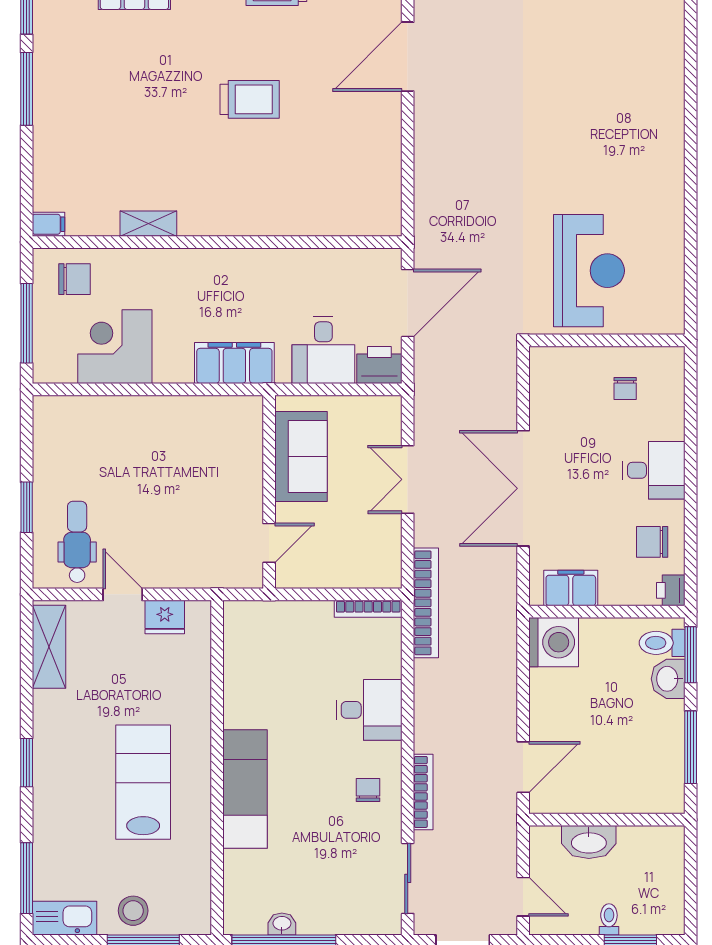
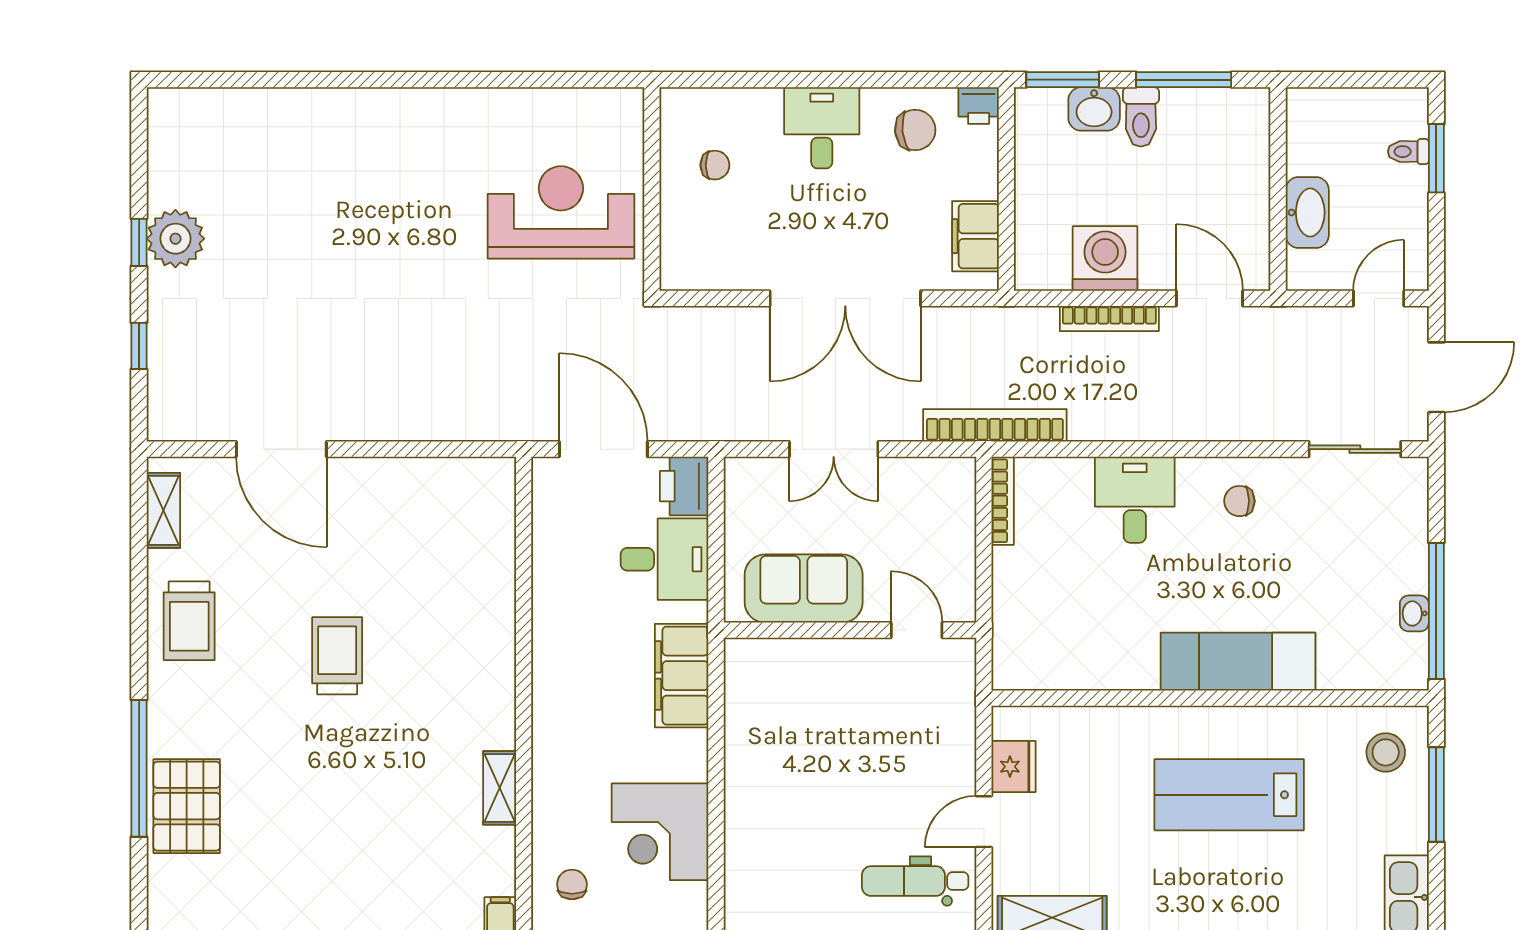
chair: (74, 279) -> (572, 884), width x0.73, depth x0.73
chair: (652, 542) -> (915, 130), turned -96
washing machine: (554, 642) -> (1105, 258), moved
toilet: (662, 643) -> (1141, 117), moved
bookcase: (423, 792) -> (1109, 319), moved, turned 180
stool: (133, 911) -> (1386, 752), moved
toilet: (609, 919) -> (1408, 152), moved

